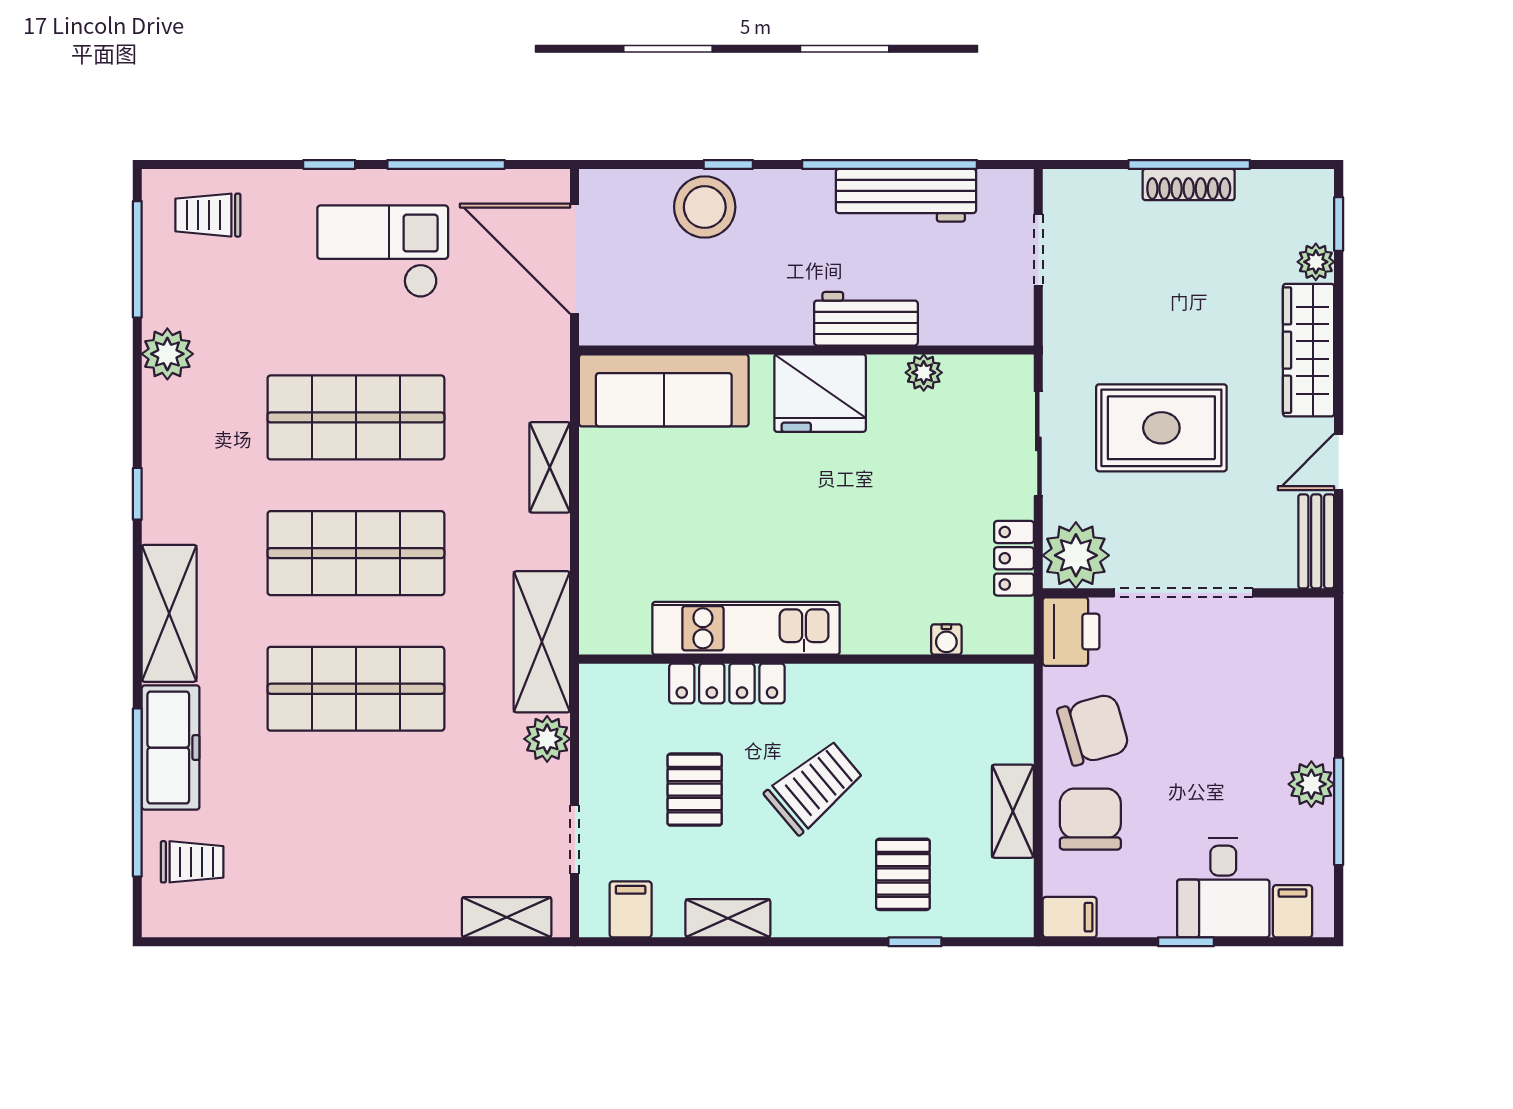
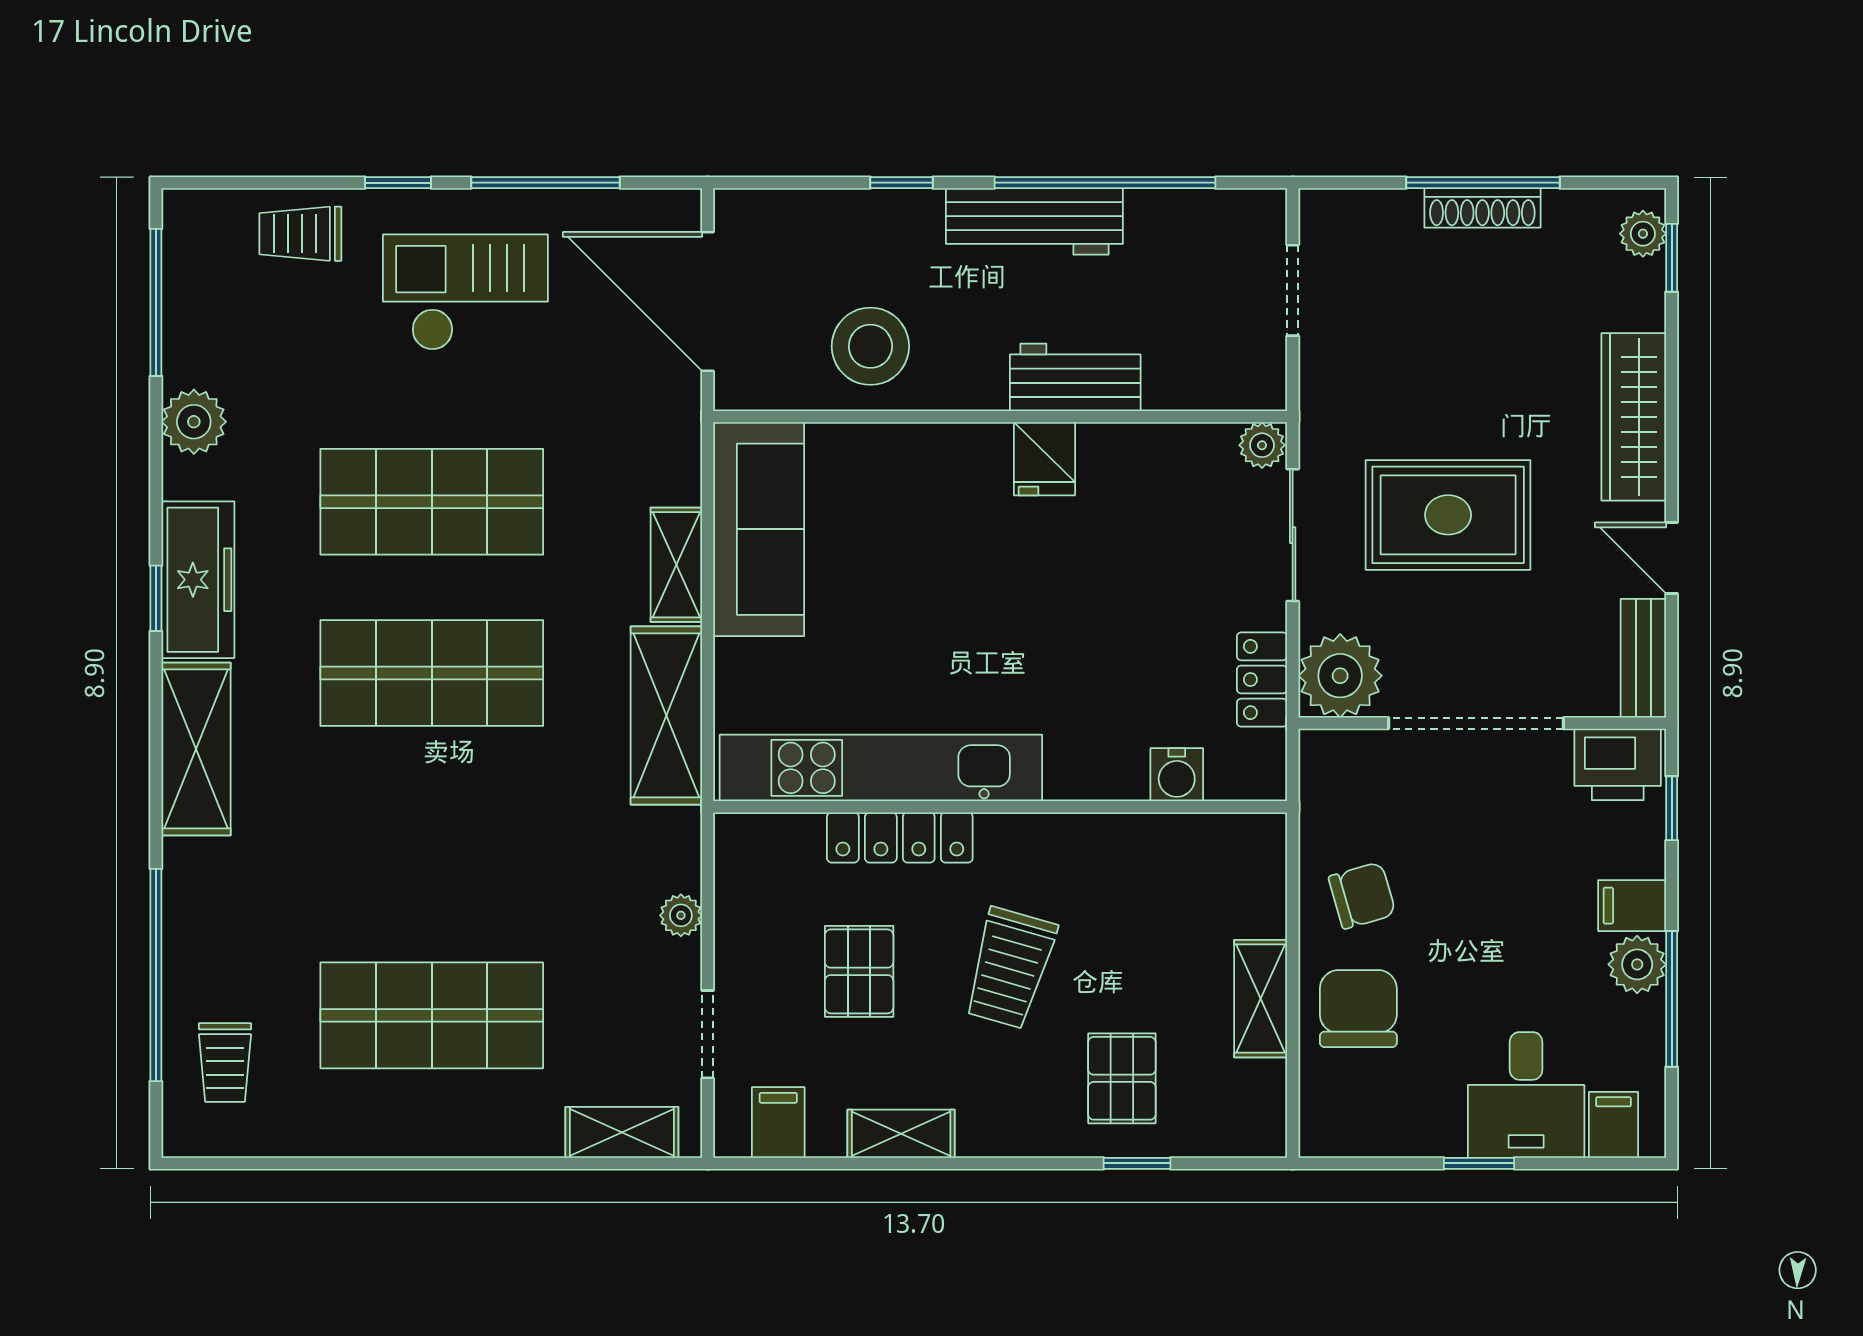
workbench: (906, 195) -> (1034, 221), moved
stool: (705, 207) -> (870, 346), moved
trolley: (208, 215) -> (300, 234), moved
plant: (1316, 262) -> (1643, 234), moved
plant: (924, 373) -> (1262, 445), moved
sofa: (664, 390) -> (759, 529), moved, turned -90
fridge: (820, 393) -> (1044, 459), width x0.53, depth x0.75
door: (1339, 462) -> (1672, 558), hinge flipped
kitchen unit: (746, 628) -> (881, 768), width x1.36
printer: (1071, 632) -> (1618, 764), moved, turned 90
water cooler: (946, 640) -> (1177, 775), width x1.38, depth x1.38
shelving: (542, 642) -> (666, 715), moved
window: (1339, 660) -> (1672, 808), added
shop shelf: (356, 689) -> (432, 1015), moved
chair: (1093, 729) -> (1362, 895), width x0.73, depth x0.73
plant: (547, 739) -> (681, 915), width x0.73, depth x0.73
freezer: (171, 748) -> (198, 580), moved
trolley: (814, 787) -> (1010, 968), turned 146
trolley: (192, 862) -> (225, 1063), turned 90
filing cabinet: (1070, 917) -> (1632, 906), moved, turned 180

